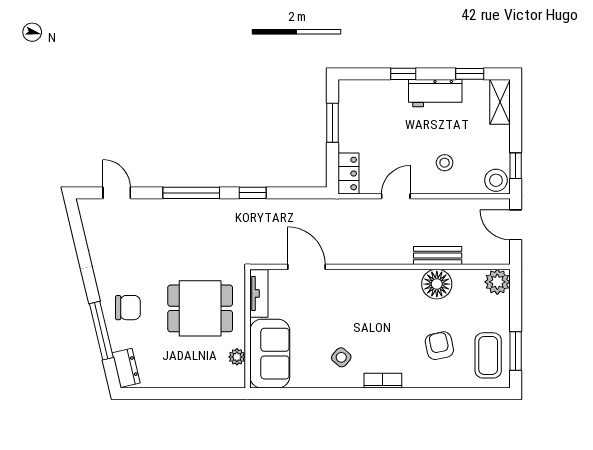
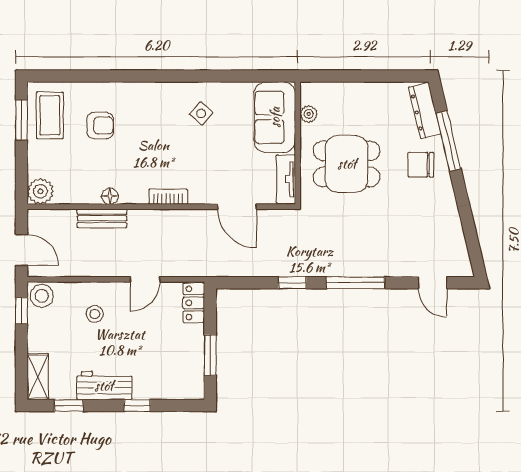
floor lamp: (437, 284) -> (110, 196), width x0.53, depth x0.53
armchair: (439, 346) -> (100, 125), turned -78
dresser: (126, 368) -> (425, 110), width x1.44
bookcase: (383, 381) -> (168, 197), moved, turned 180

